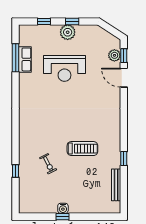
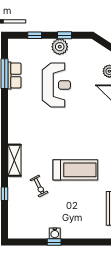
reception desk: (64, 68) -> (56, 85), turned -90
shelving: (25, 139) -> (14, 160), added
treadmill: (82, 149) -> (75, 170), width x1.37, depth x1.38

